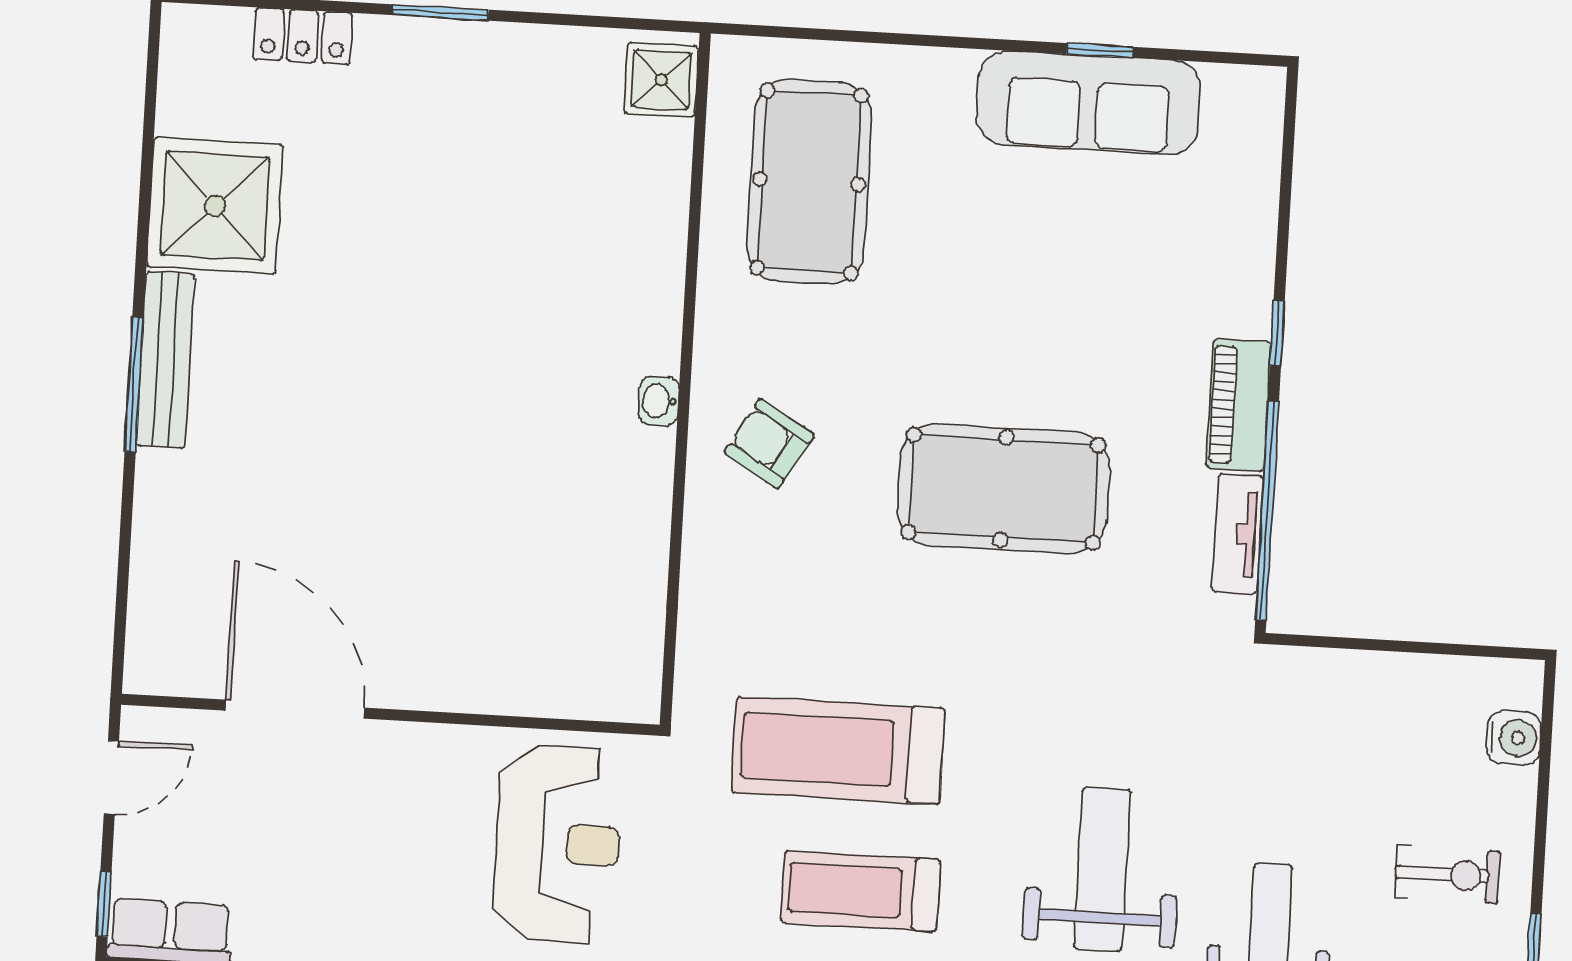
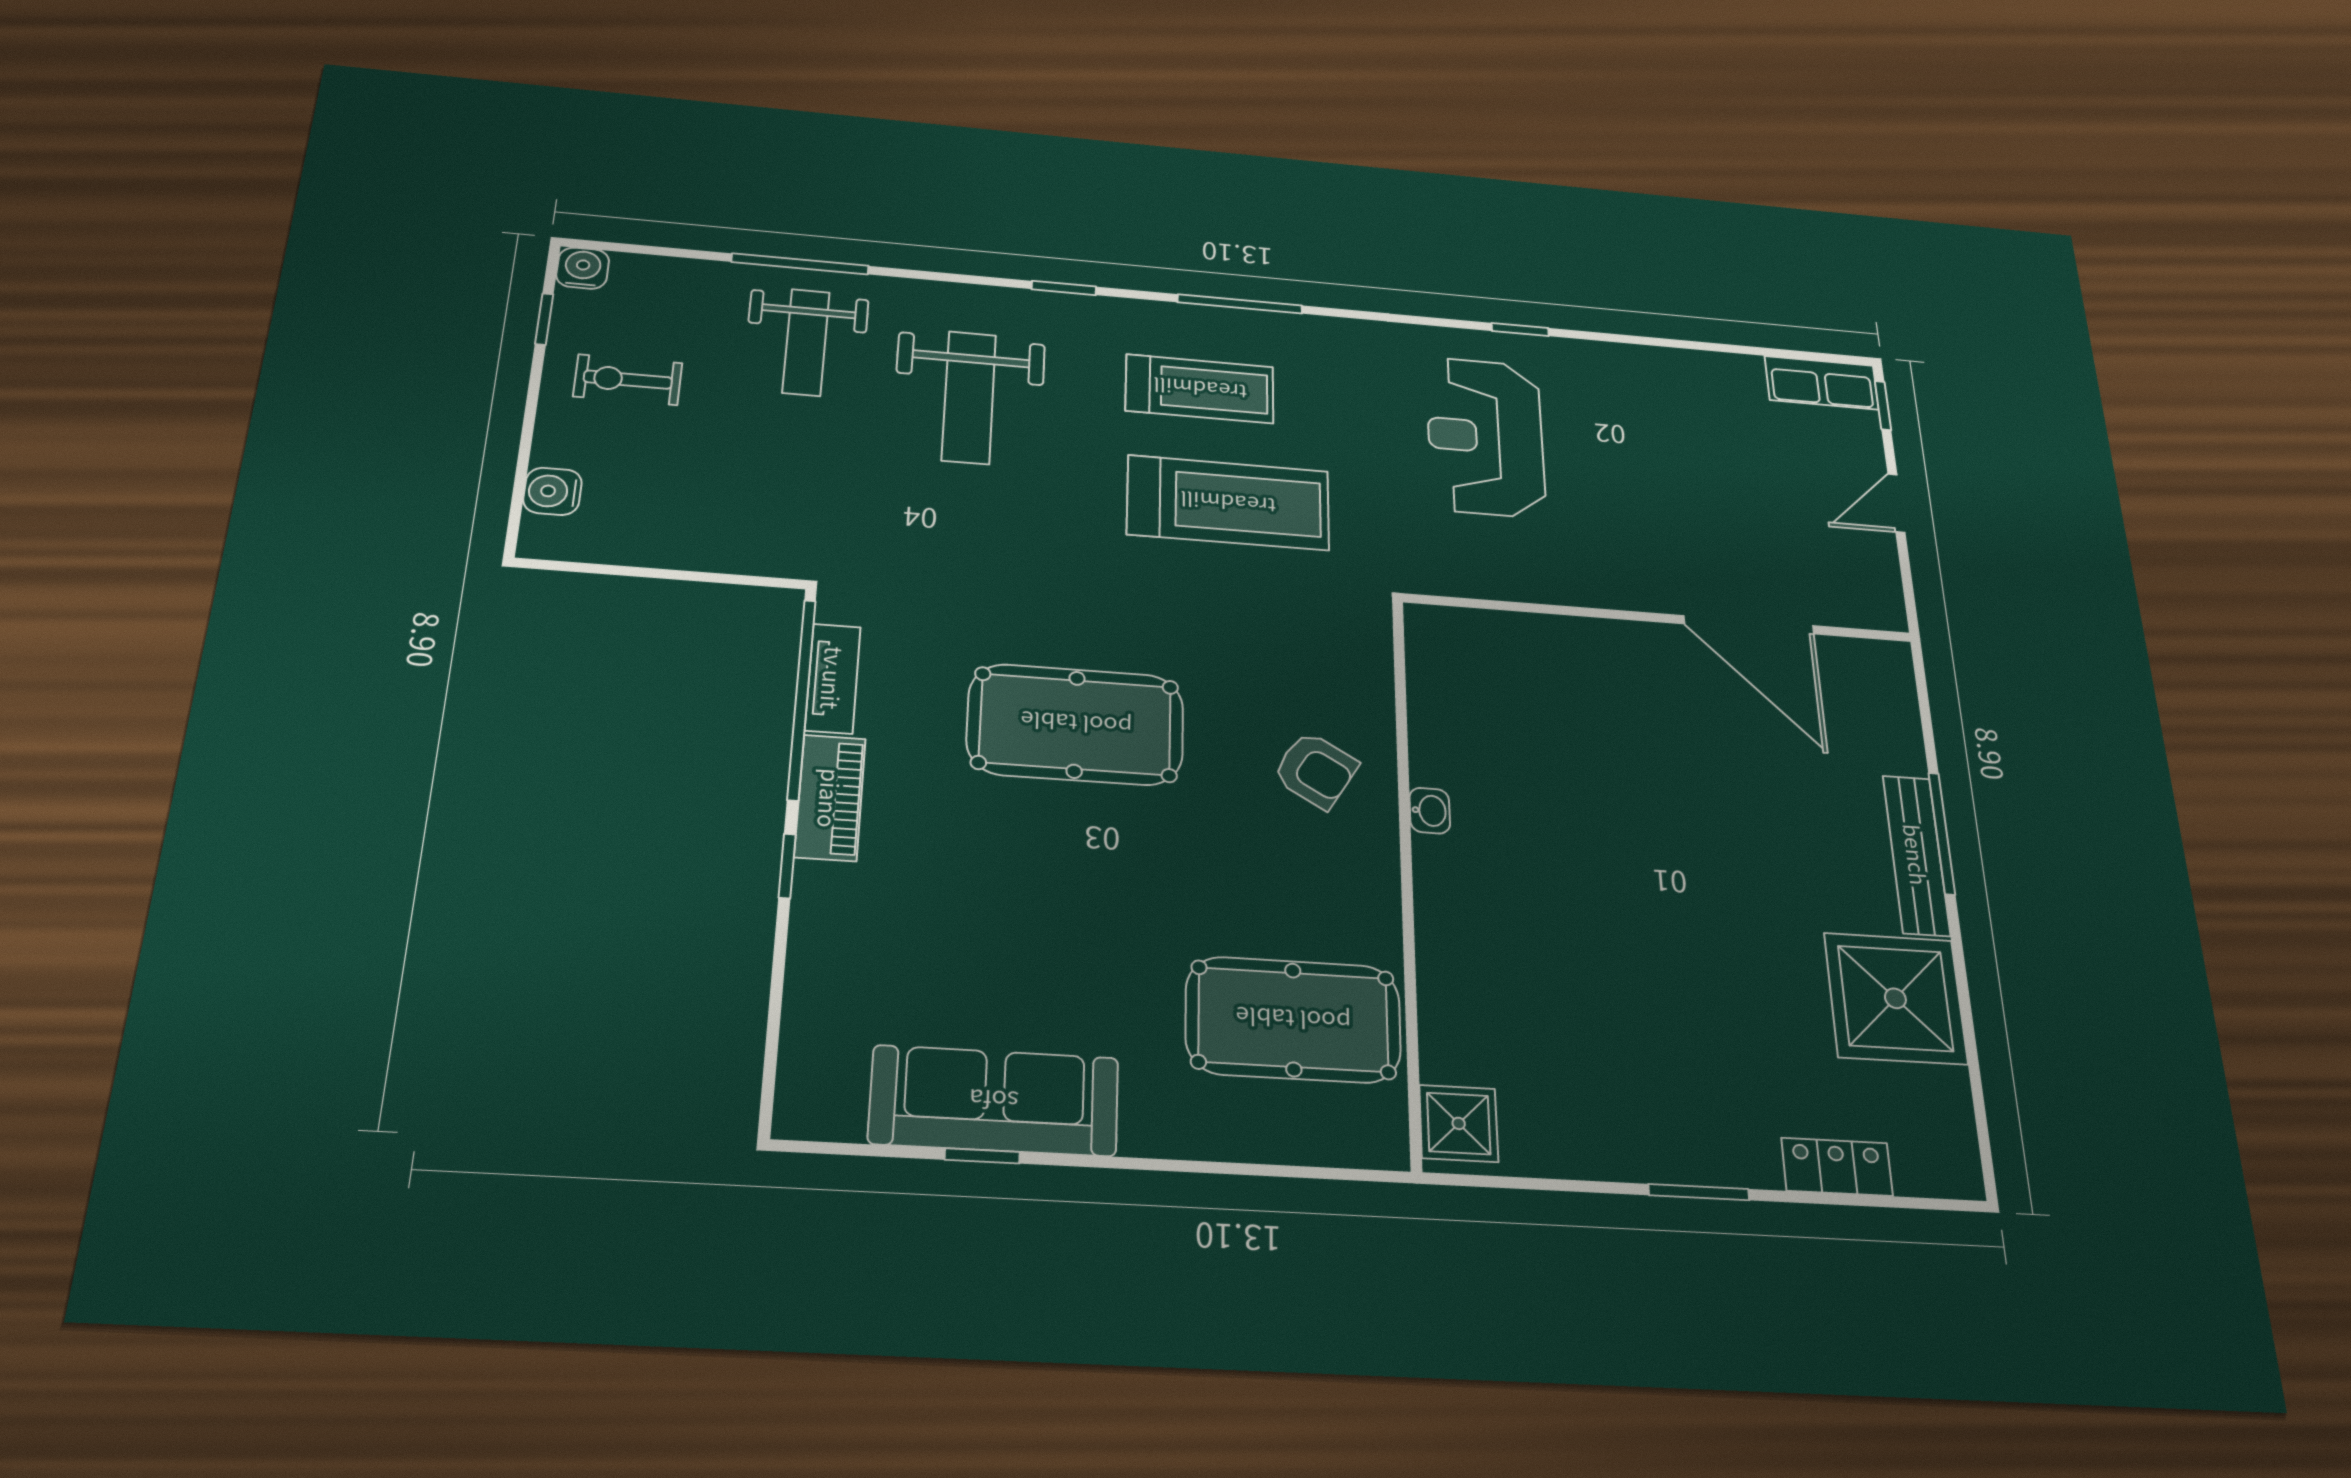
pool table: (809, 182) -> (1293, 1020), turned 90
door: (295, 709) -> (1749, 625), moved
wall: (390, 715) -> (1659, 618), moved

